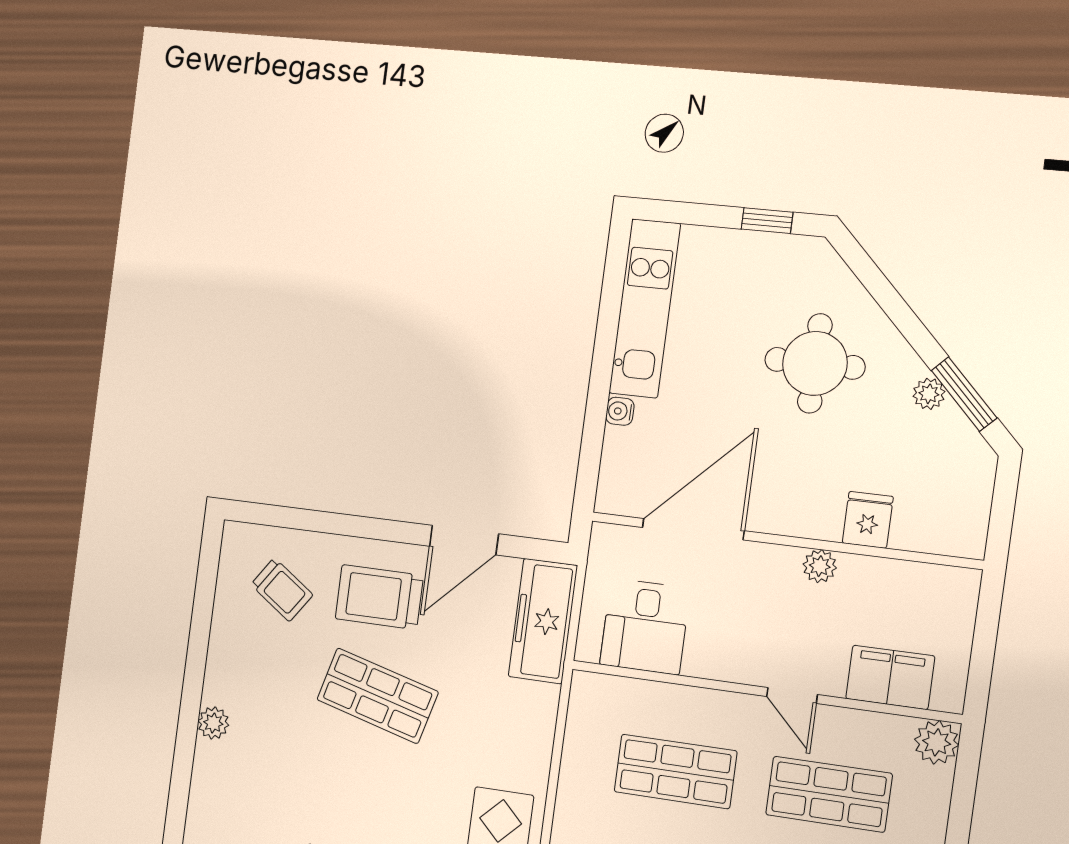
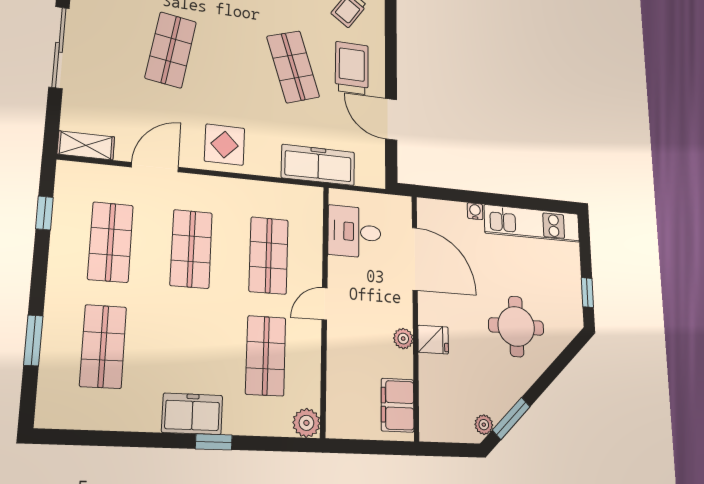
plant: (929, 394) -> (484, 425), moved
fridge: (868, 520) -> (433, 340), moved
freezer: (543, 621) -> (318, 165), moved
filing cabinet: (890, 677) -> (398, 405), moved, turned 180
door: (792, 695) -> (325, 304), moved
shop shelf: (377, 696) -> (293, 67), turned -33

